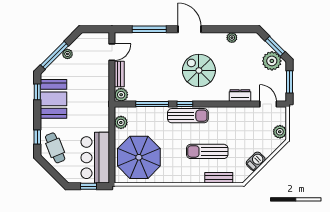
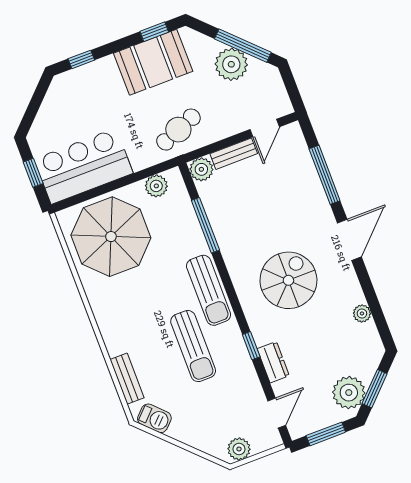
door: (112, 52) -> (265, 128), hinge flipped
plant: (67, 54) -> (231, 64), width x1.87, depth x1.87
window: (55, 55) -> (243, 46), moved
window: (185, 104) -> (251, 346), moved
cafe table: (55, 148) -> (178, 130), moved
sun lounger: (207, 151) -> (193, 346), moved, turned 180
barbecue: (256, 161) -> (154, 418), moved

